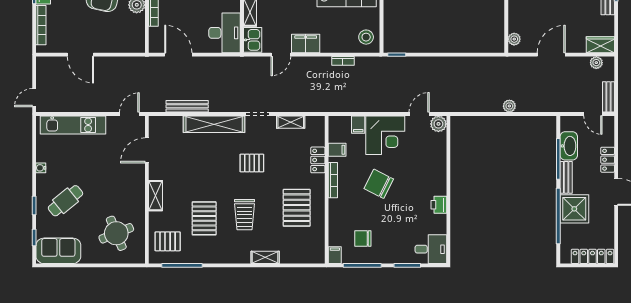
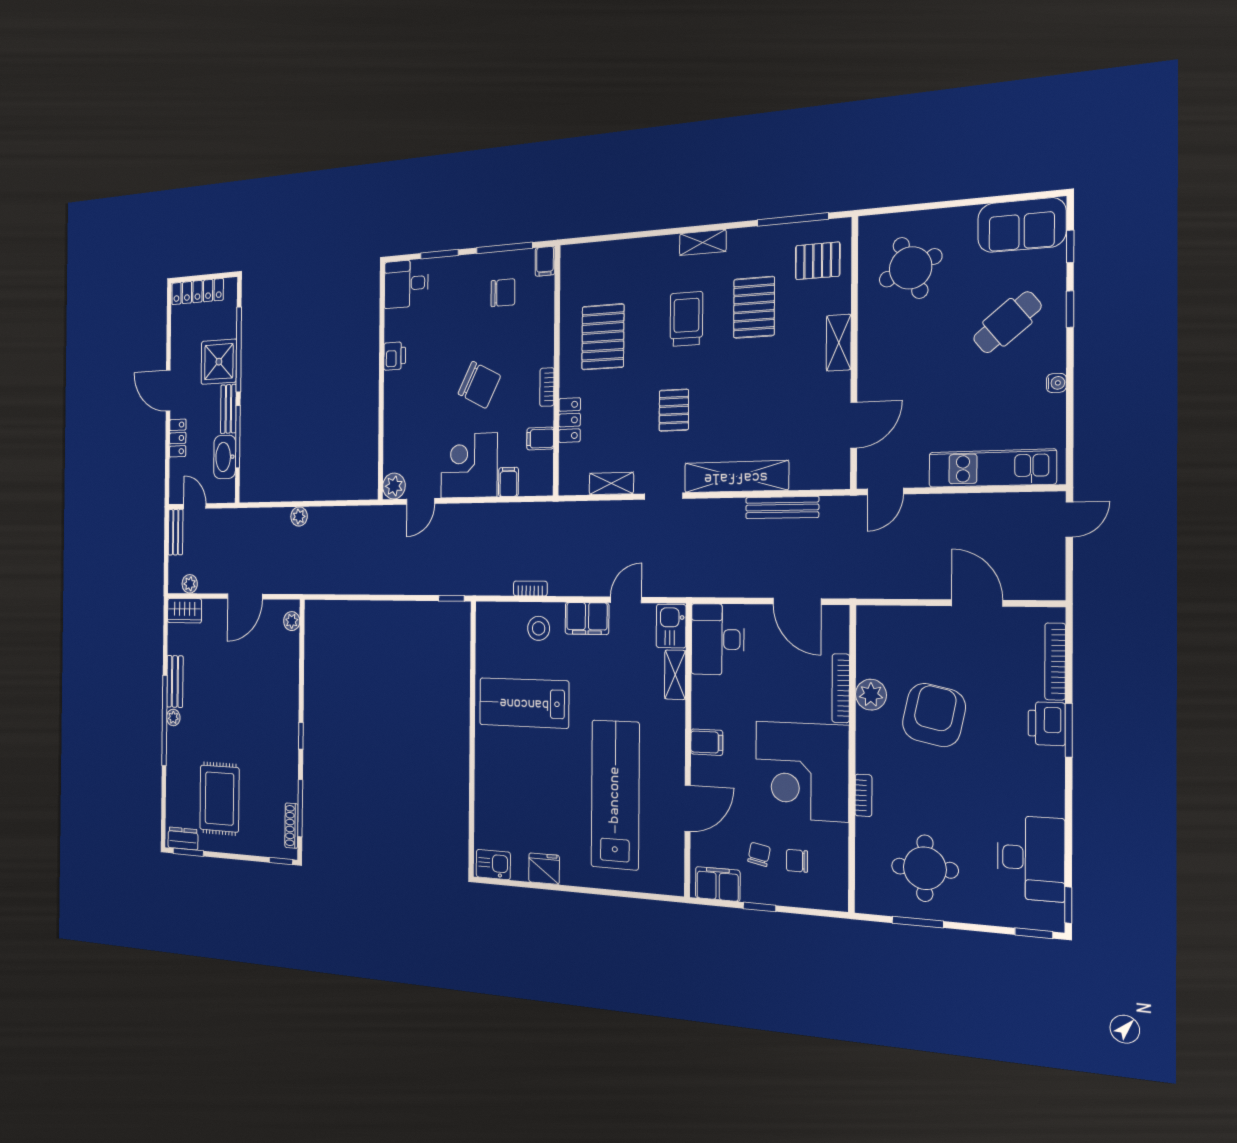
stool: (366, 37) -> (539, 628), moved
pallet: (252, 163) -> (674, 410), turned 90
bookcase: (333, 180) -> (547, 387), width x0.64
shelving: (265, 257) -> (703, 243), moved

